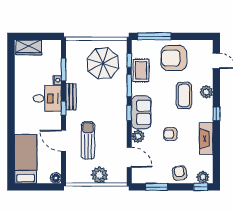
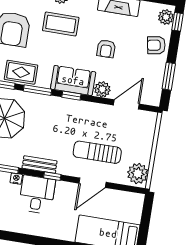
plant: (99, 175) -> (138, 174), moved
floor lamp: (56, 178) -> (137, 200), removed

